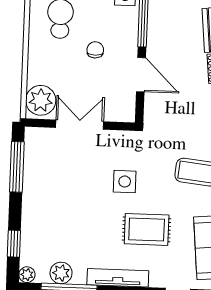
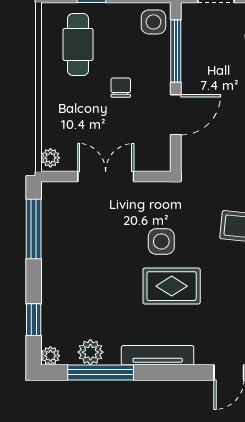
door: (141, 75) -> (176, 115), hinge flipped
plant: (41, 100) -> (50, 158), width x0.53, depth x0.53
rug: (147, 229) -> (172, 286), moved

